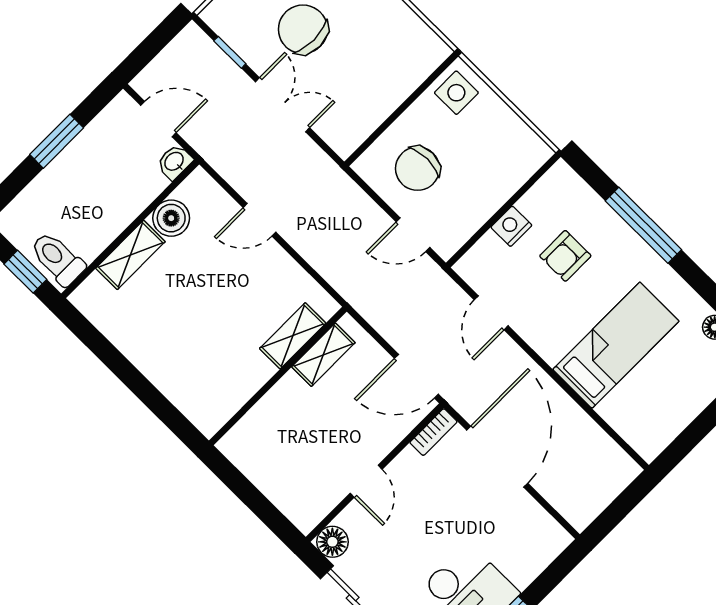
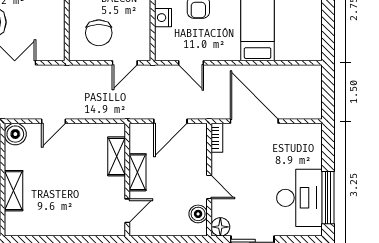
boiler: (171, 218) -> (15, 134), moved
shelving: (323, 355) -> (138, 172), moved
door: (416, 376) -> (170, 121), moved
door: (241, 413) -> (127, 211), added
boiler: (321, 500) -> (198, 214), added

